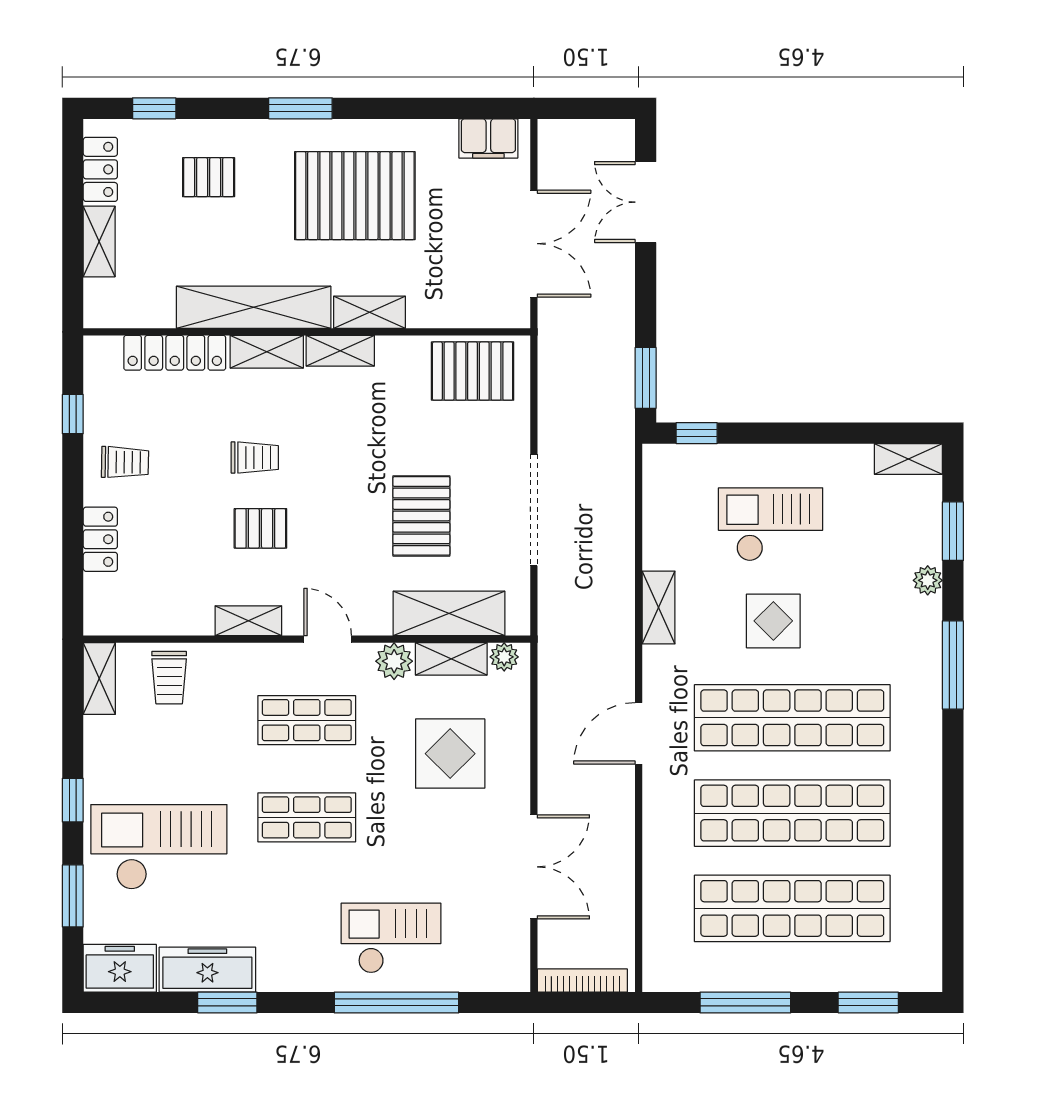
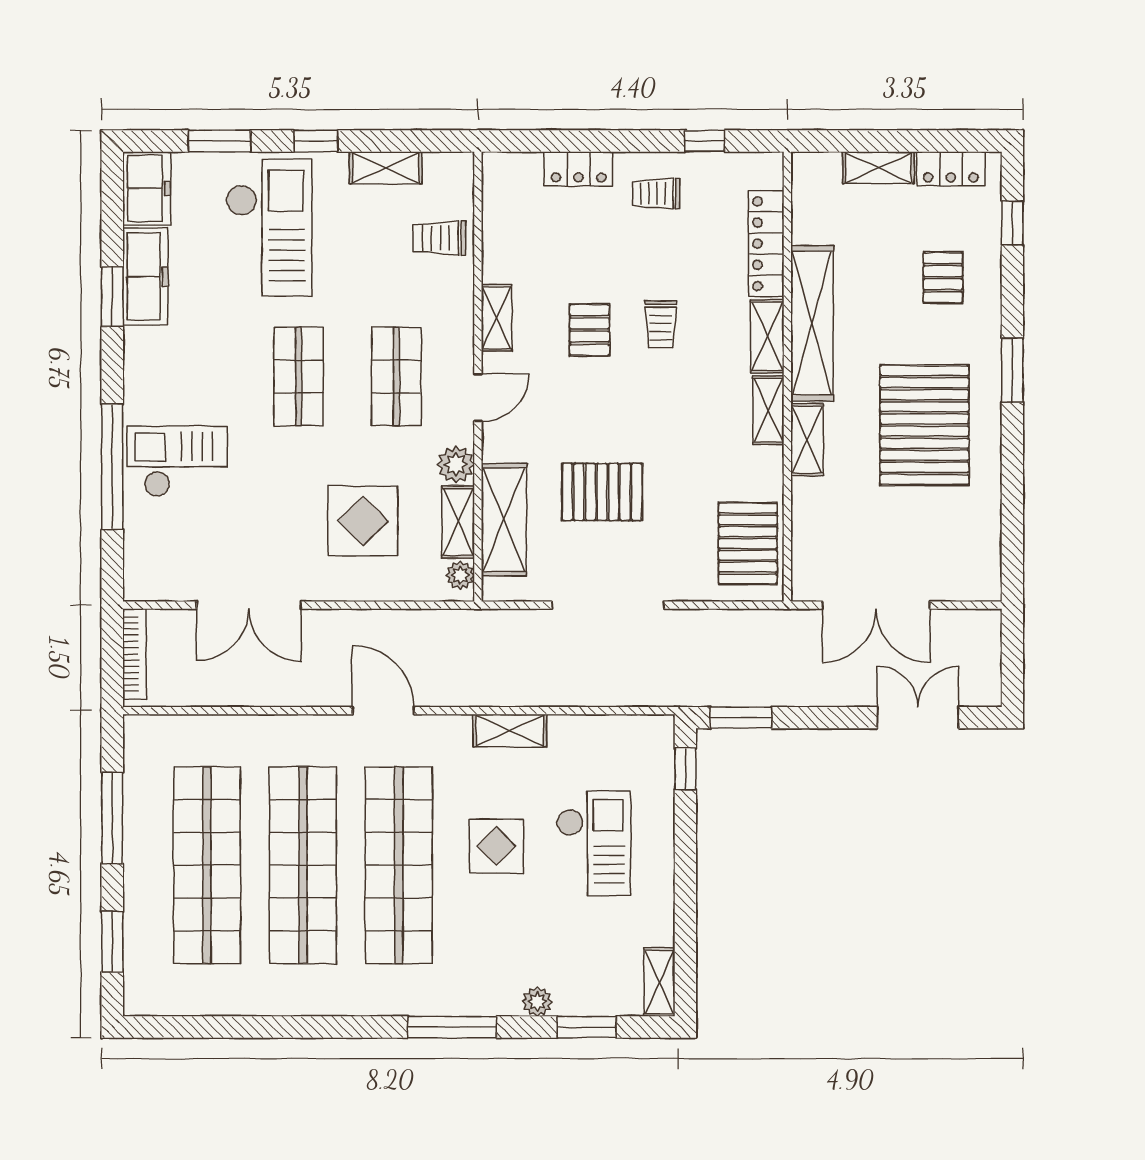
filing cabinet: (488, 138) -> (982, 559), removed
trolley: (125, 462) -> (656, 194), turned 89
shelving: (99, 679) -> (386, 168), moved
checkout: (391, 938) -> (177, 461), turned -90

